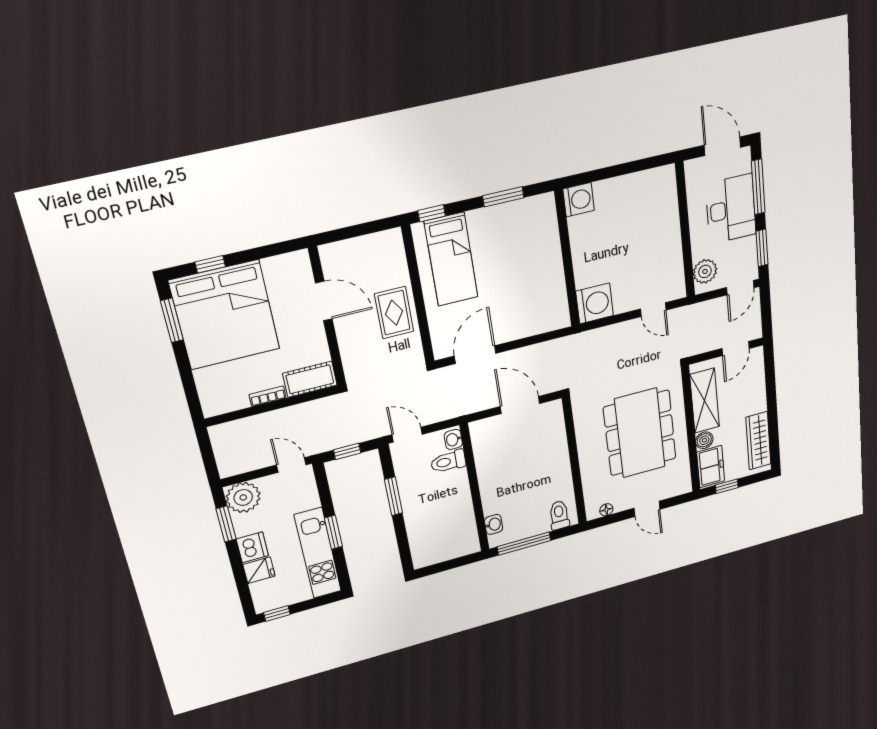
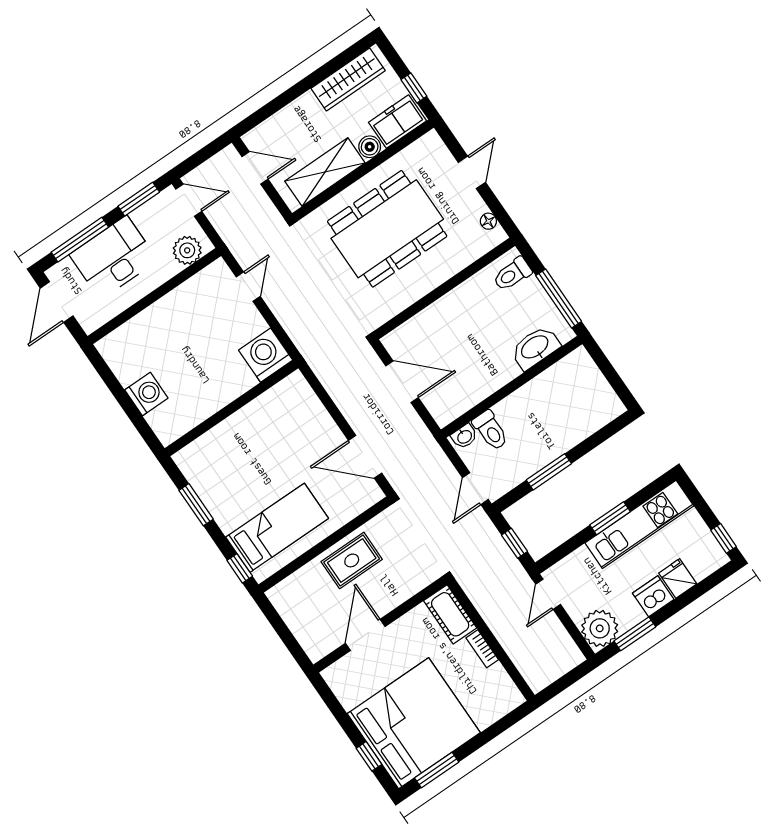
washing machine: (579, 200) -> (146, 394), moved, turned 90
door: (520, 405) -> (402, 382), swing flipped
washbasin: (494, 524) -> (535, 348), width x1.91, depth x1.45

